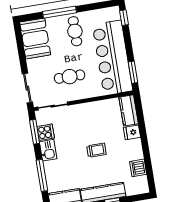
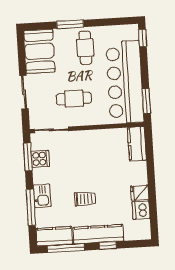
window: (60, 12) -> (70, 24), width x0.69
sliding door: (27, 88) -> (24, 92), moved
fridge: (132, 132) -> (140, 193), moved
kitchen sink: (48, 150) -> (42, 196), moved
trolley: (96, 150) -> (85, 199), moved

